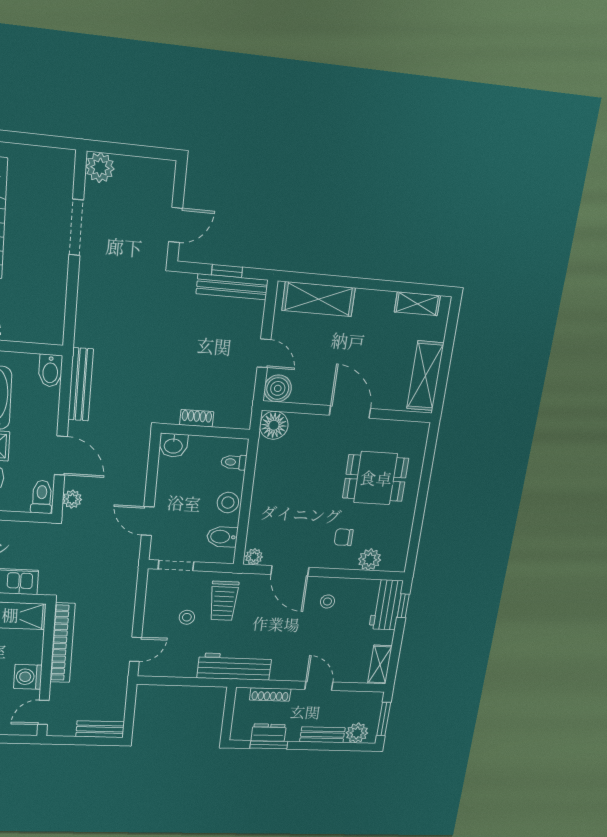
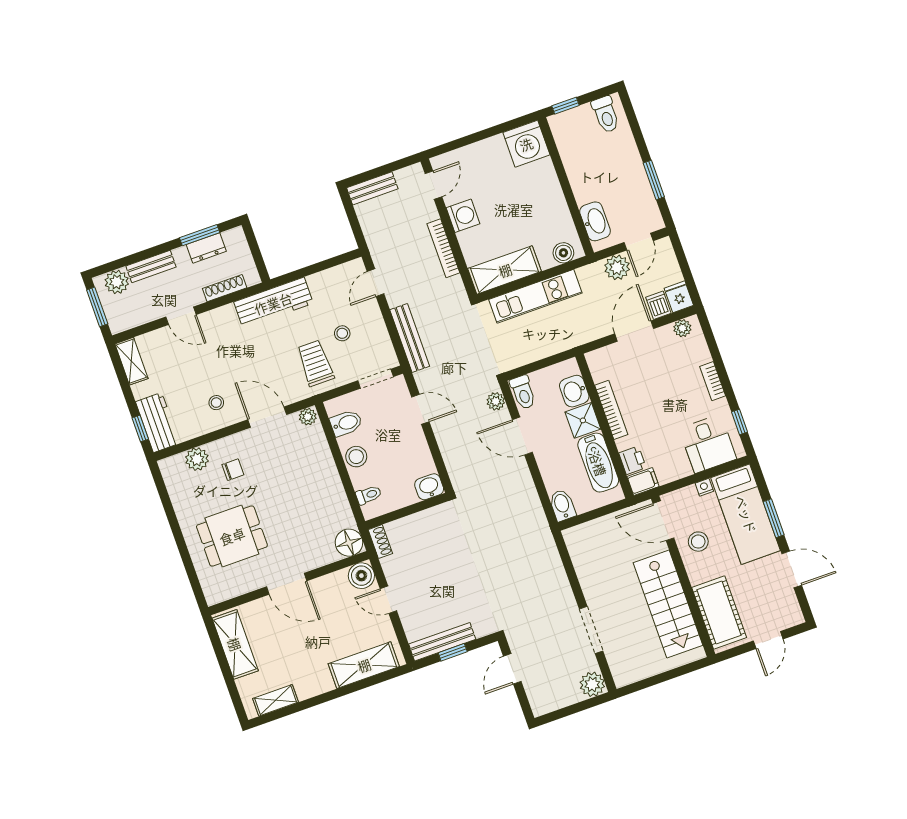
bench: (81, 384) -> (410, 338), moved
shoe rack: (197, 418) -> (380, 542), moved, turned -90
bookcase: (62, 643) -> (443, 248), width x0.68, depth x0.76

